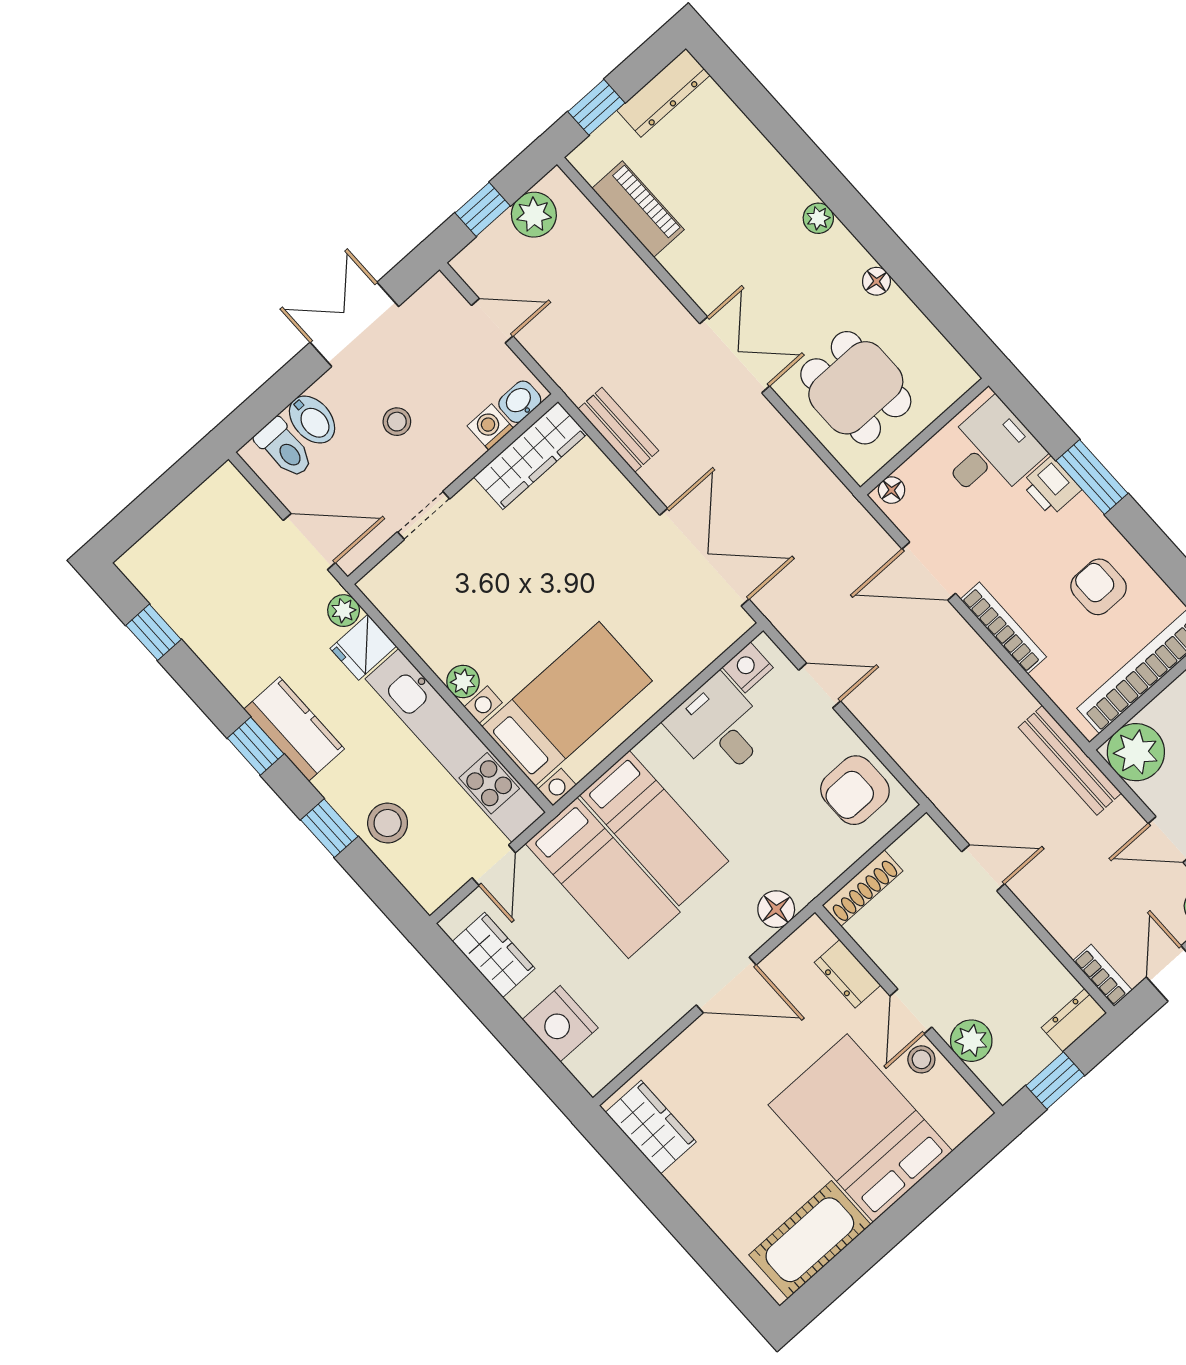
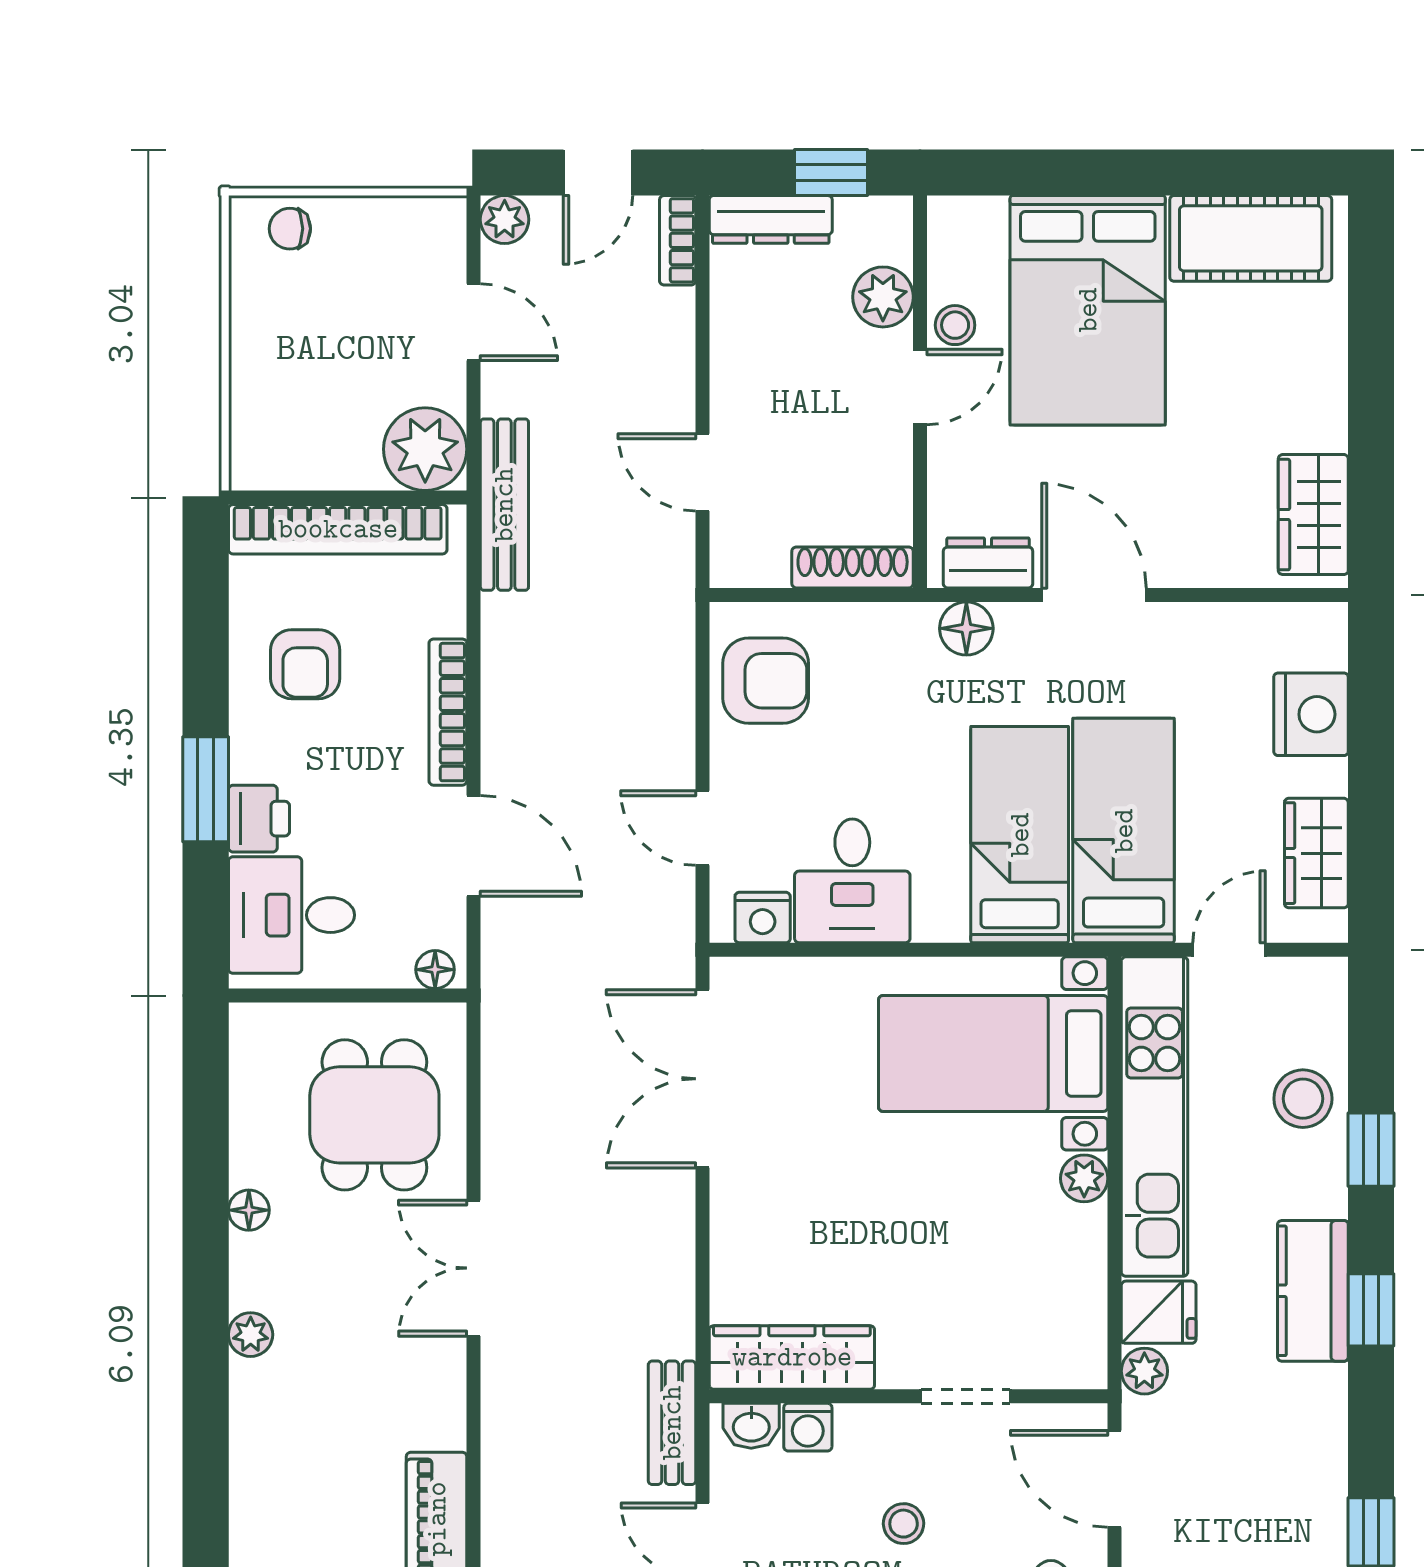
bench: (618, 430) -> (672, 1423), moved
dresser: (847, 974) -> (988, 563), moved, turned -90
dresser: (1074, 1020) -> (771, 219), width x1.44

